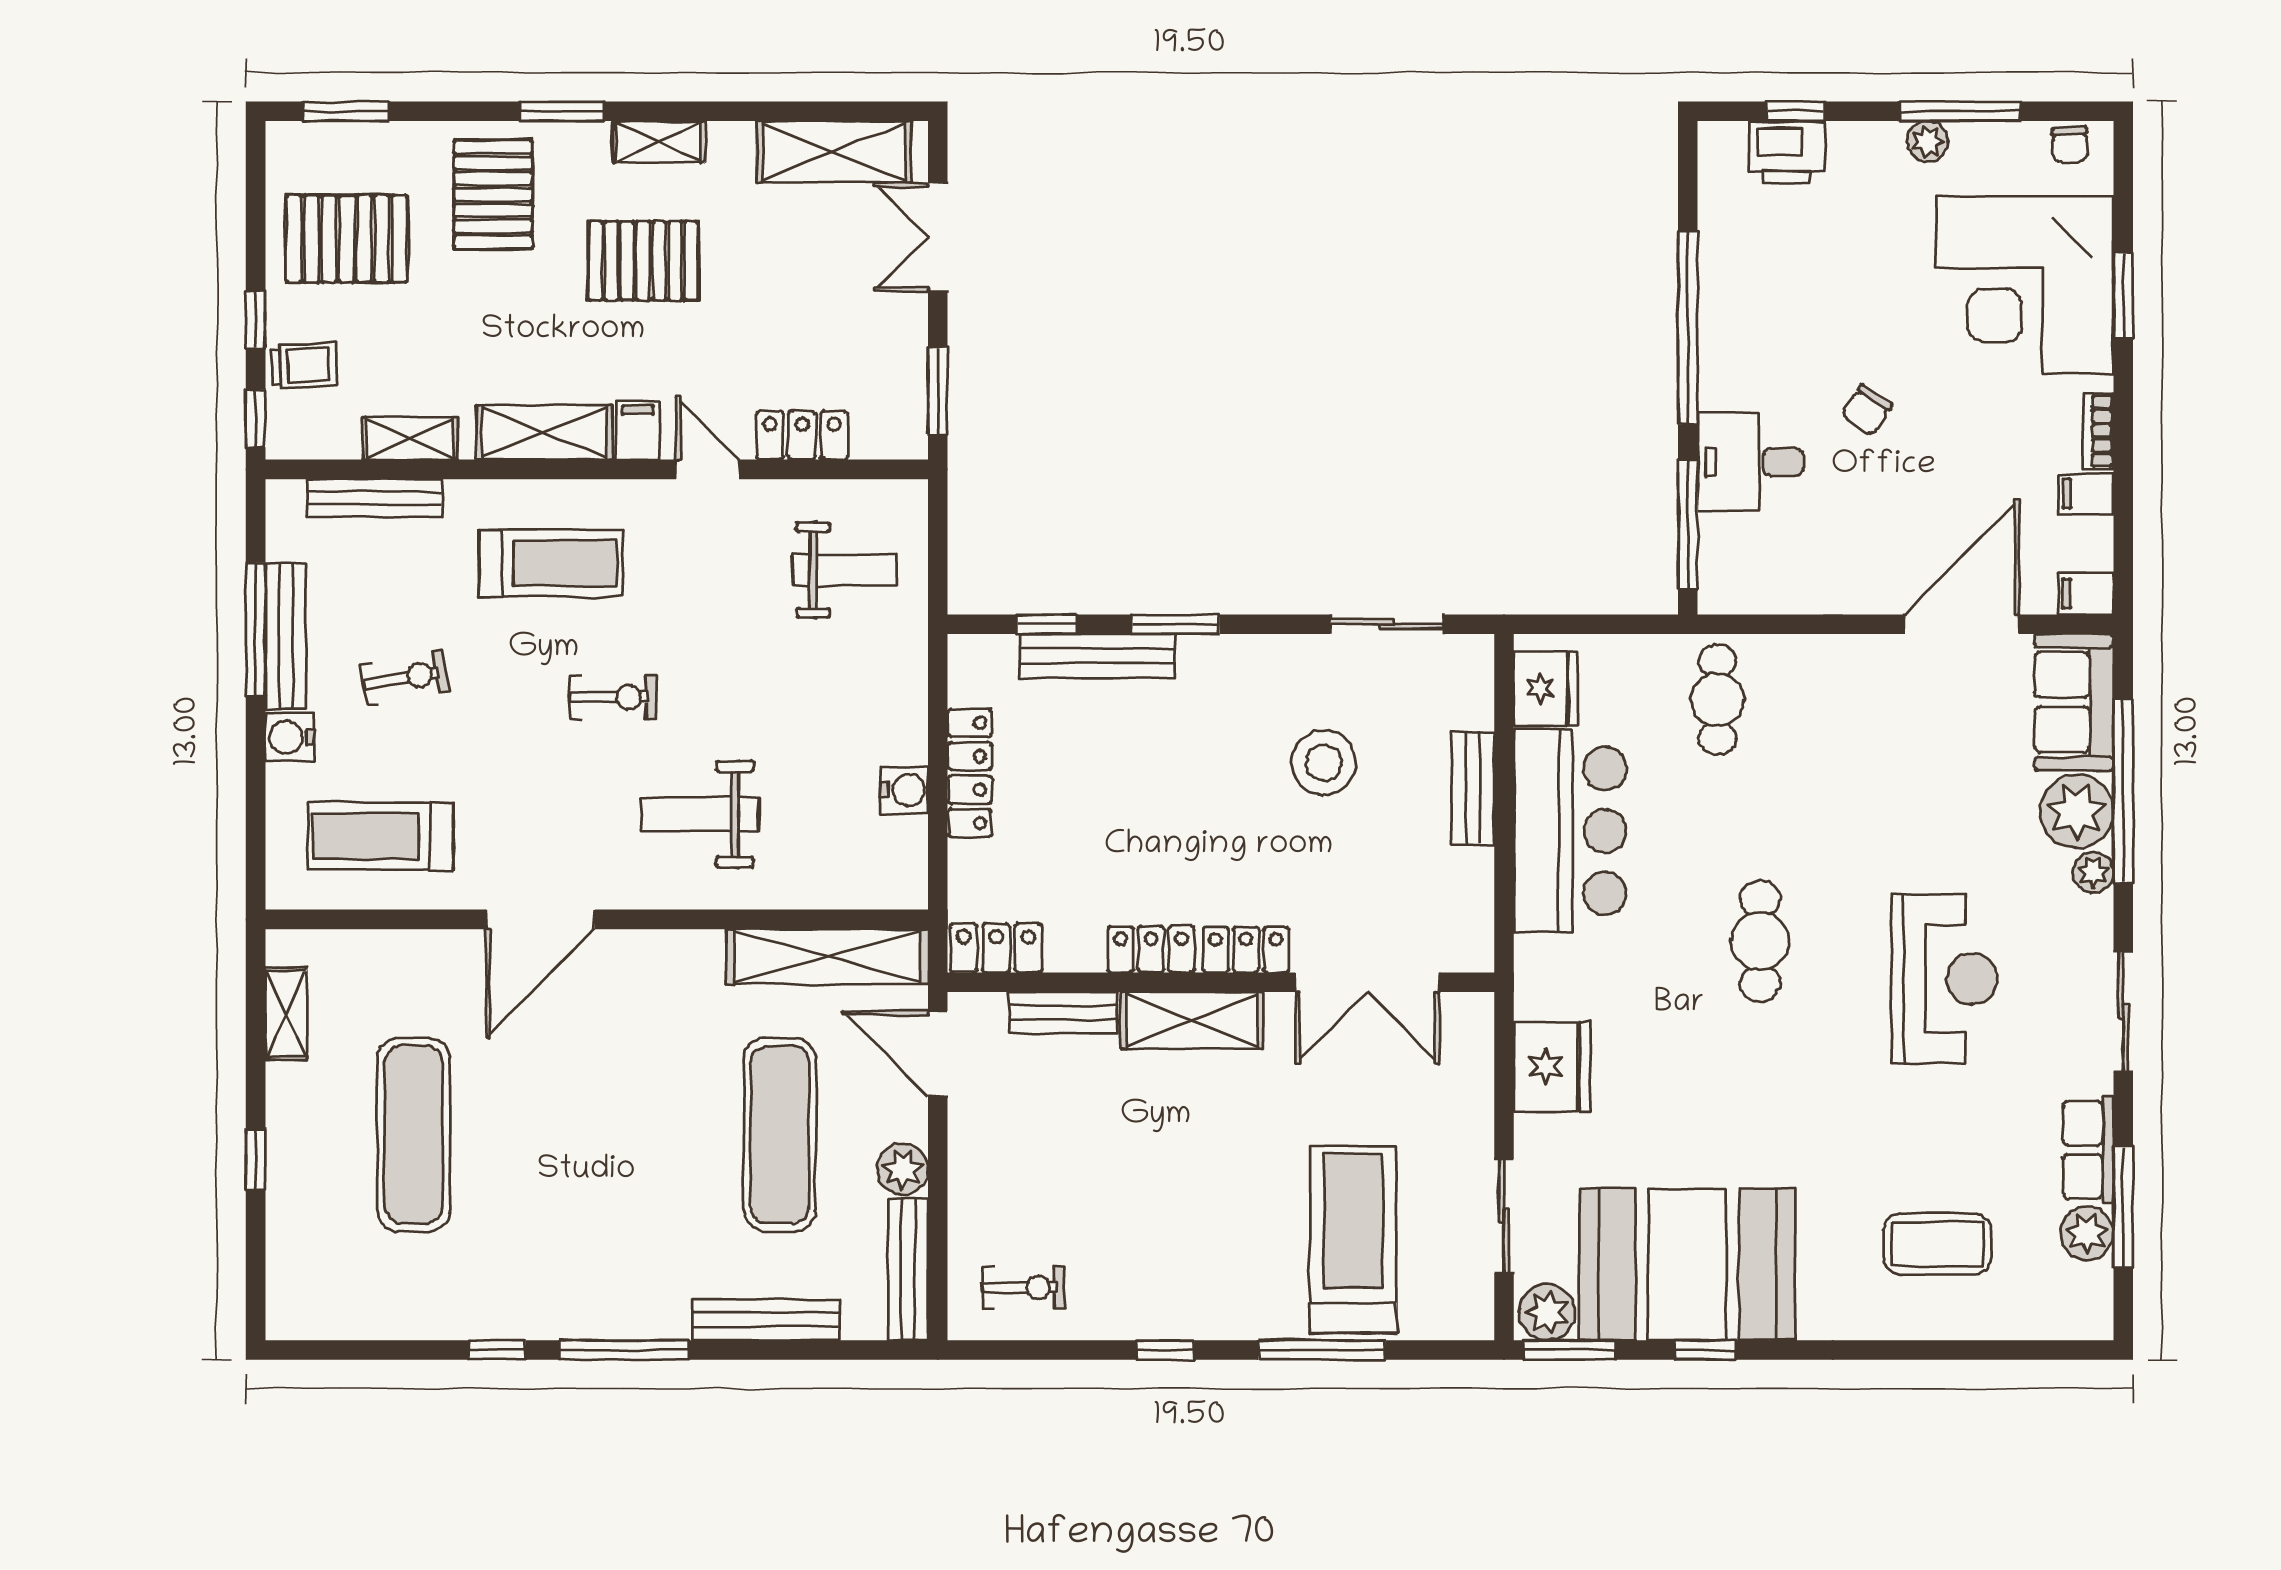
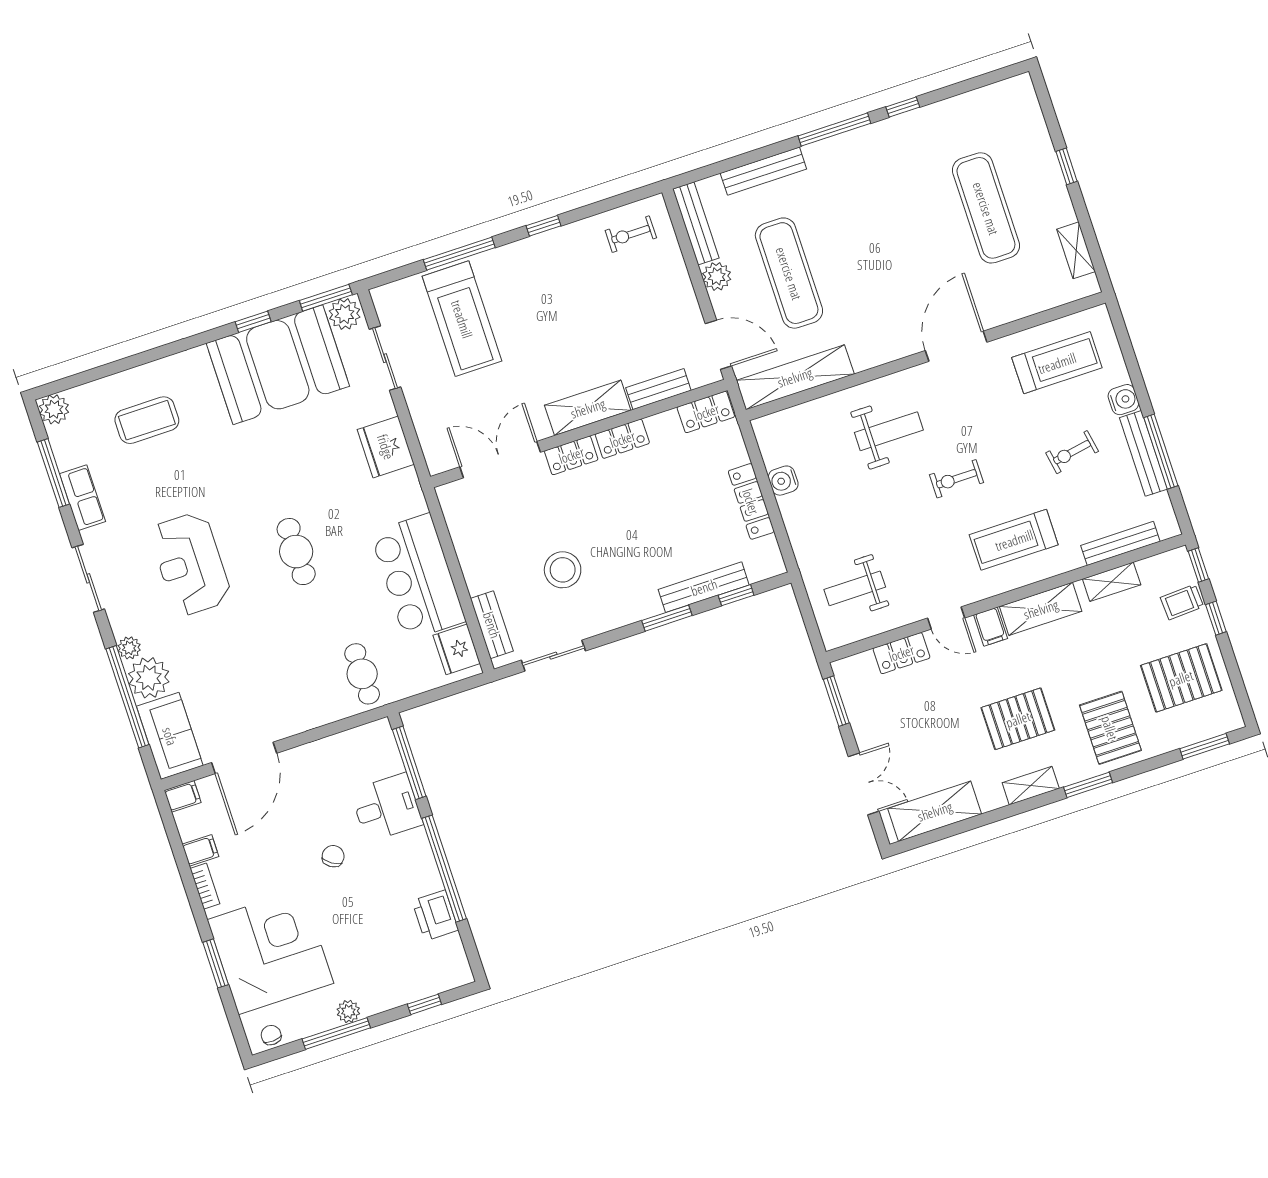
printer: (1787, 152) -> (435, 915), moved, turned -90
bench: (1473, 788) -> (492, 625), moved
plant: (2087, 1233) -> (54, 409), moved

